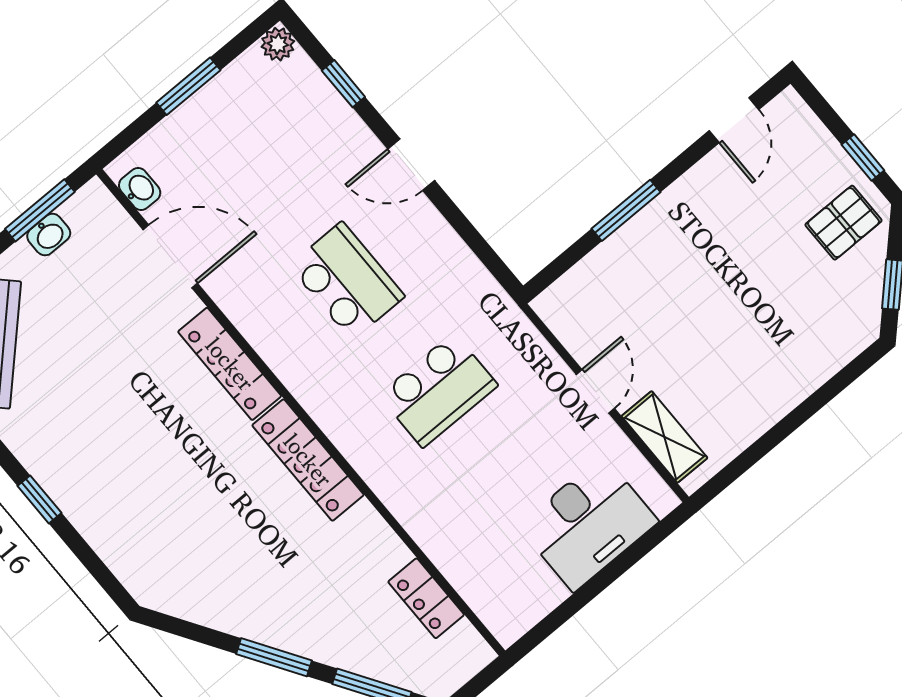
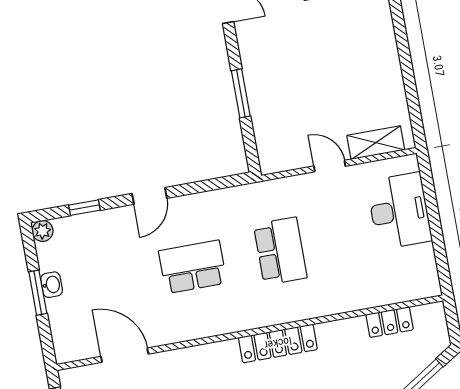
washbasin: (140, 189) -> (52, 285), moved, turned 90
door: (170, 256) -> (125, 355), hinge flipped
locker: (230, 364) -> (201, 356), removed

